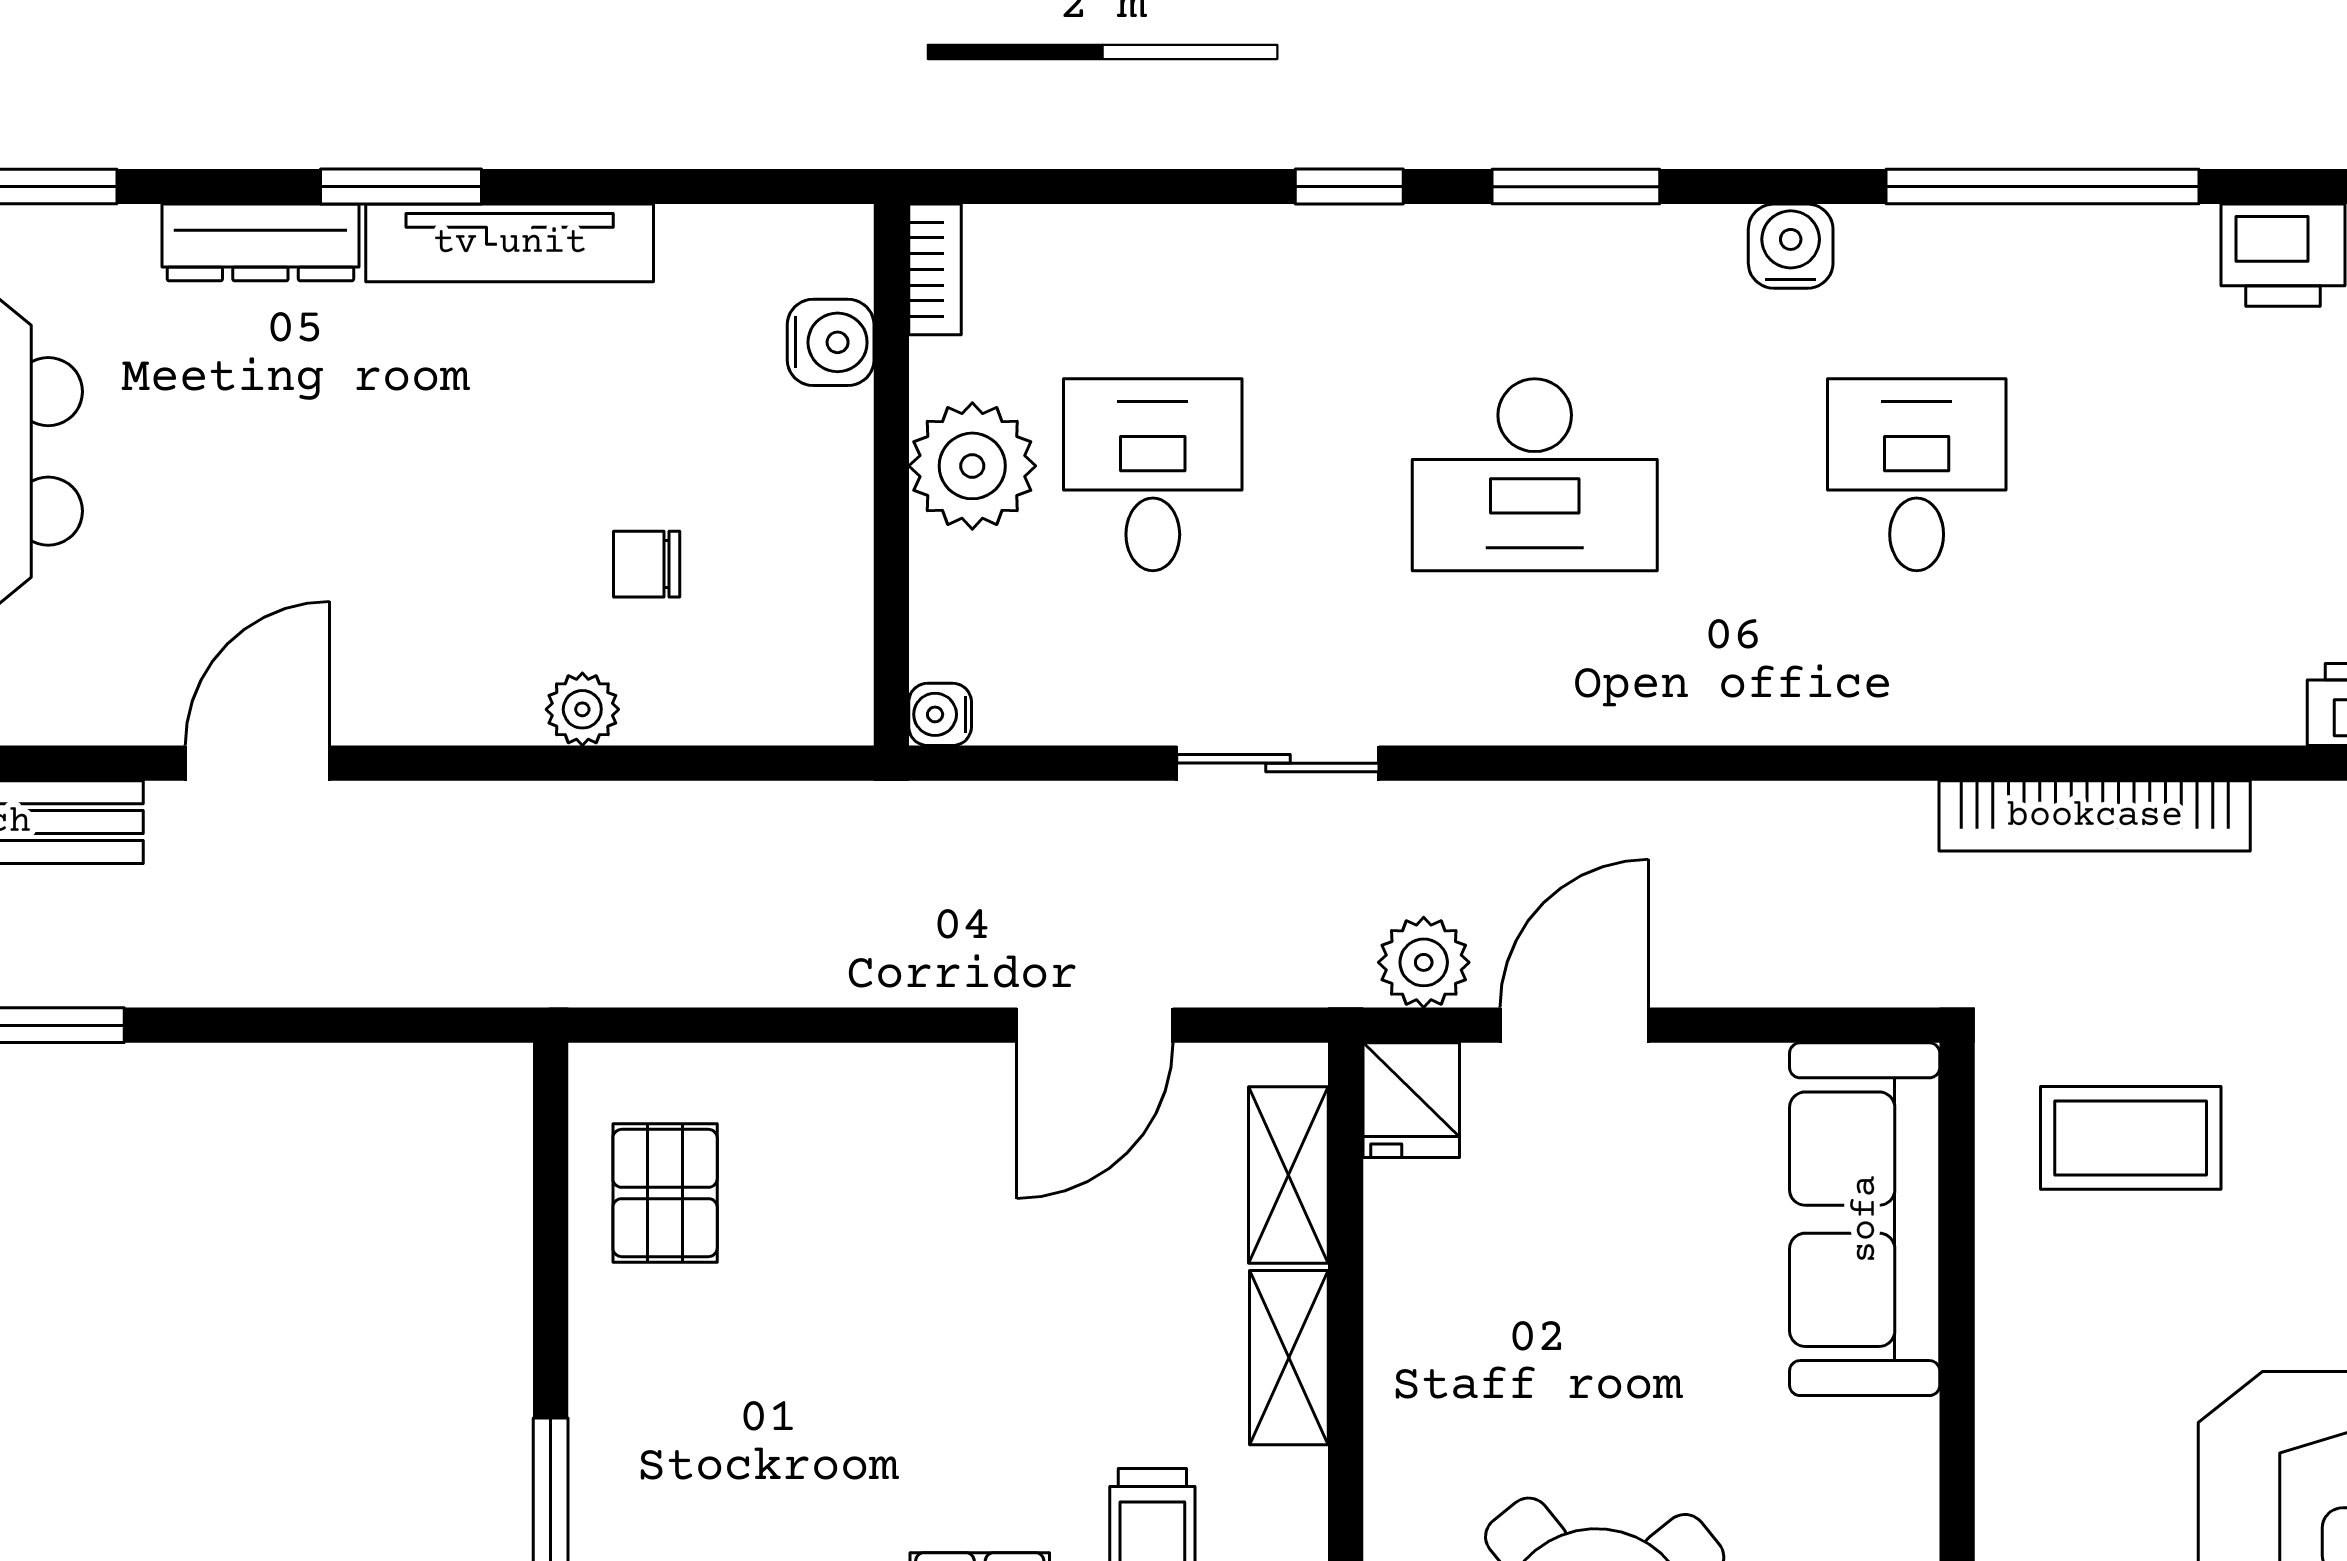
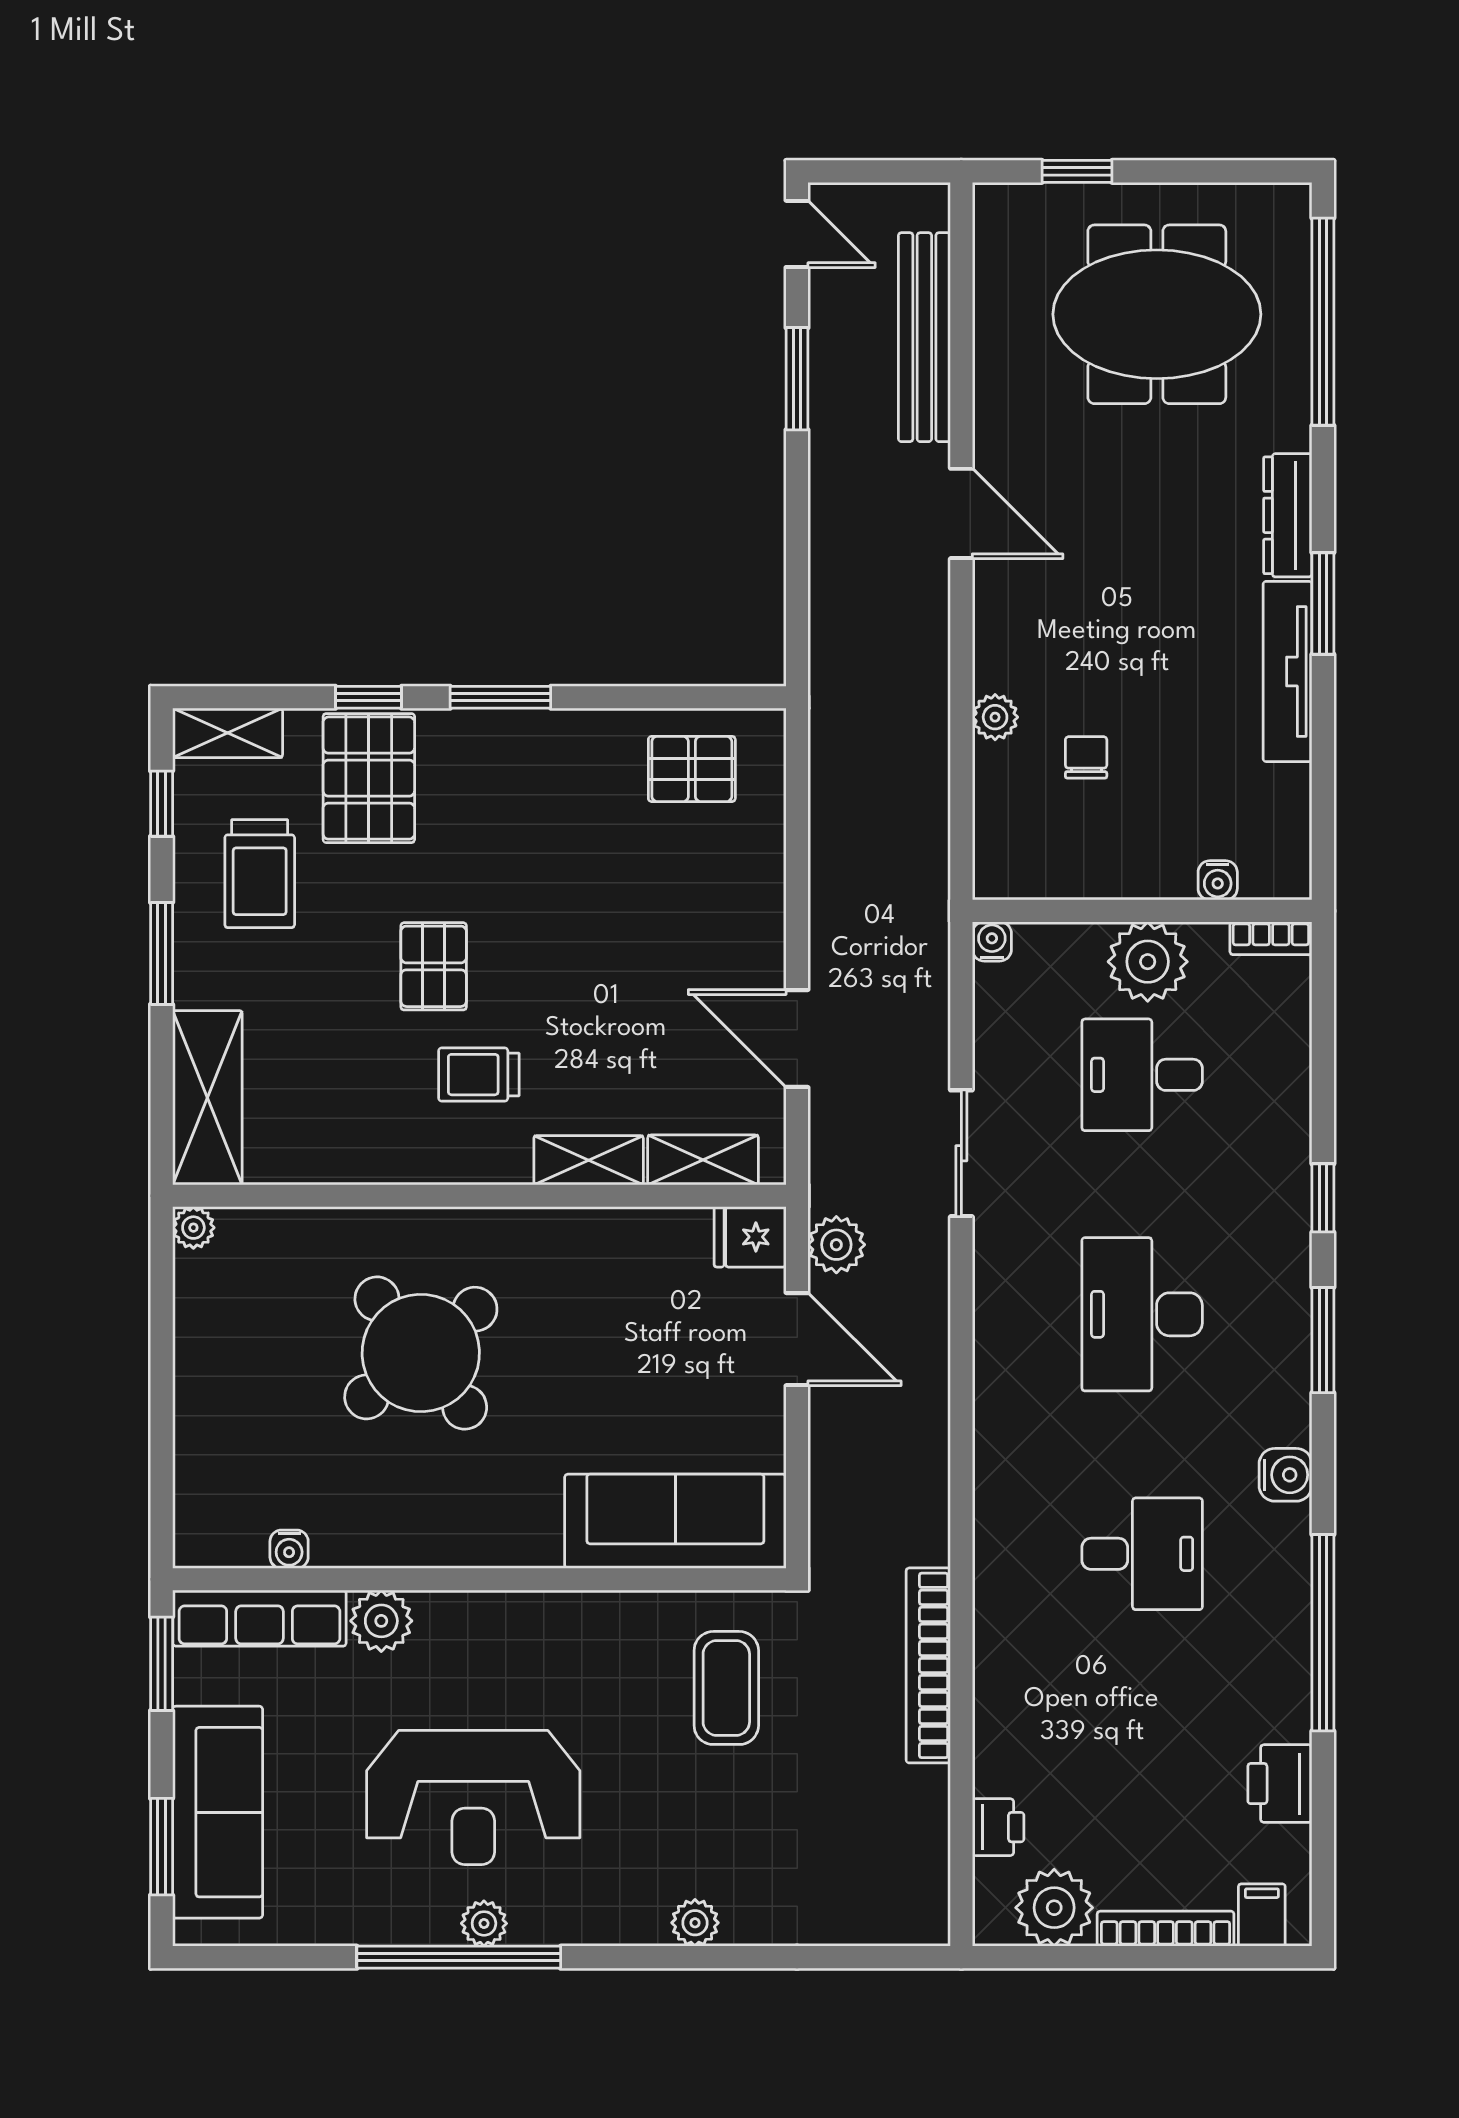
water cooler: (831, 342) -> (1218, 880), width x0.72, depth x0.72
desk: (1153, 475) -> (1142, 1075), turned 180

